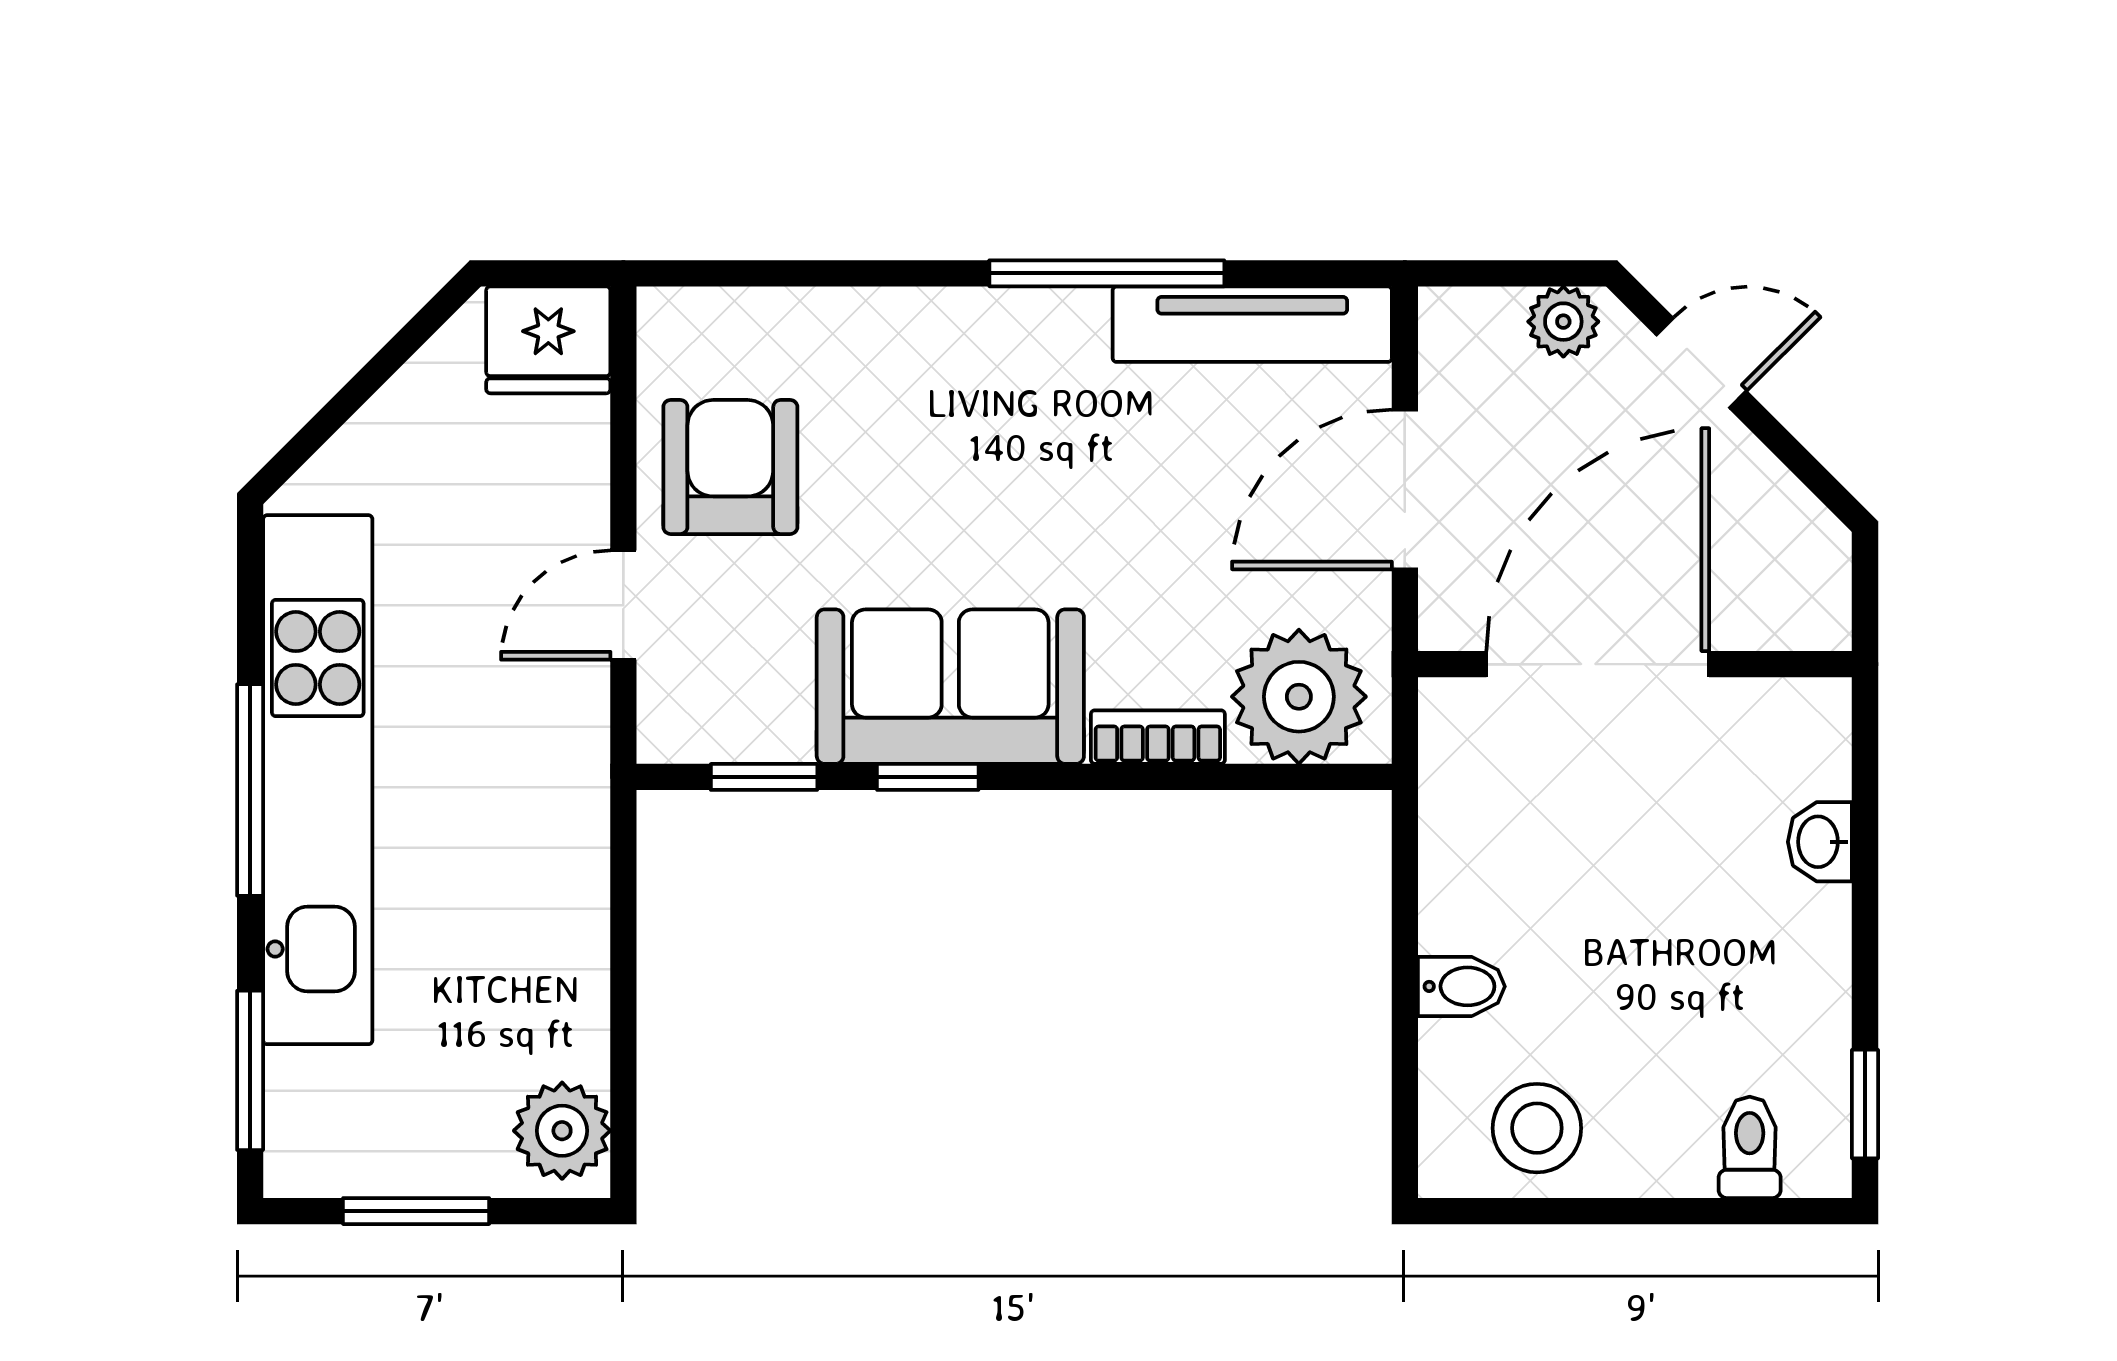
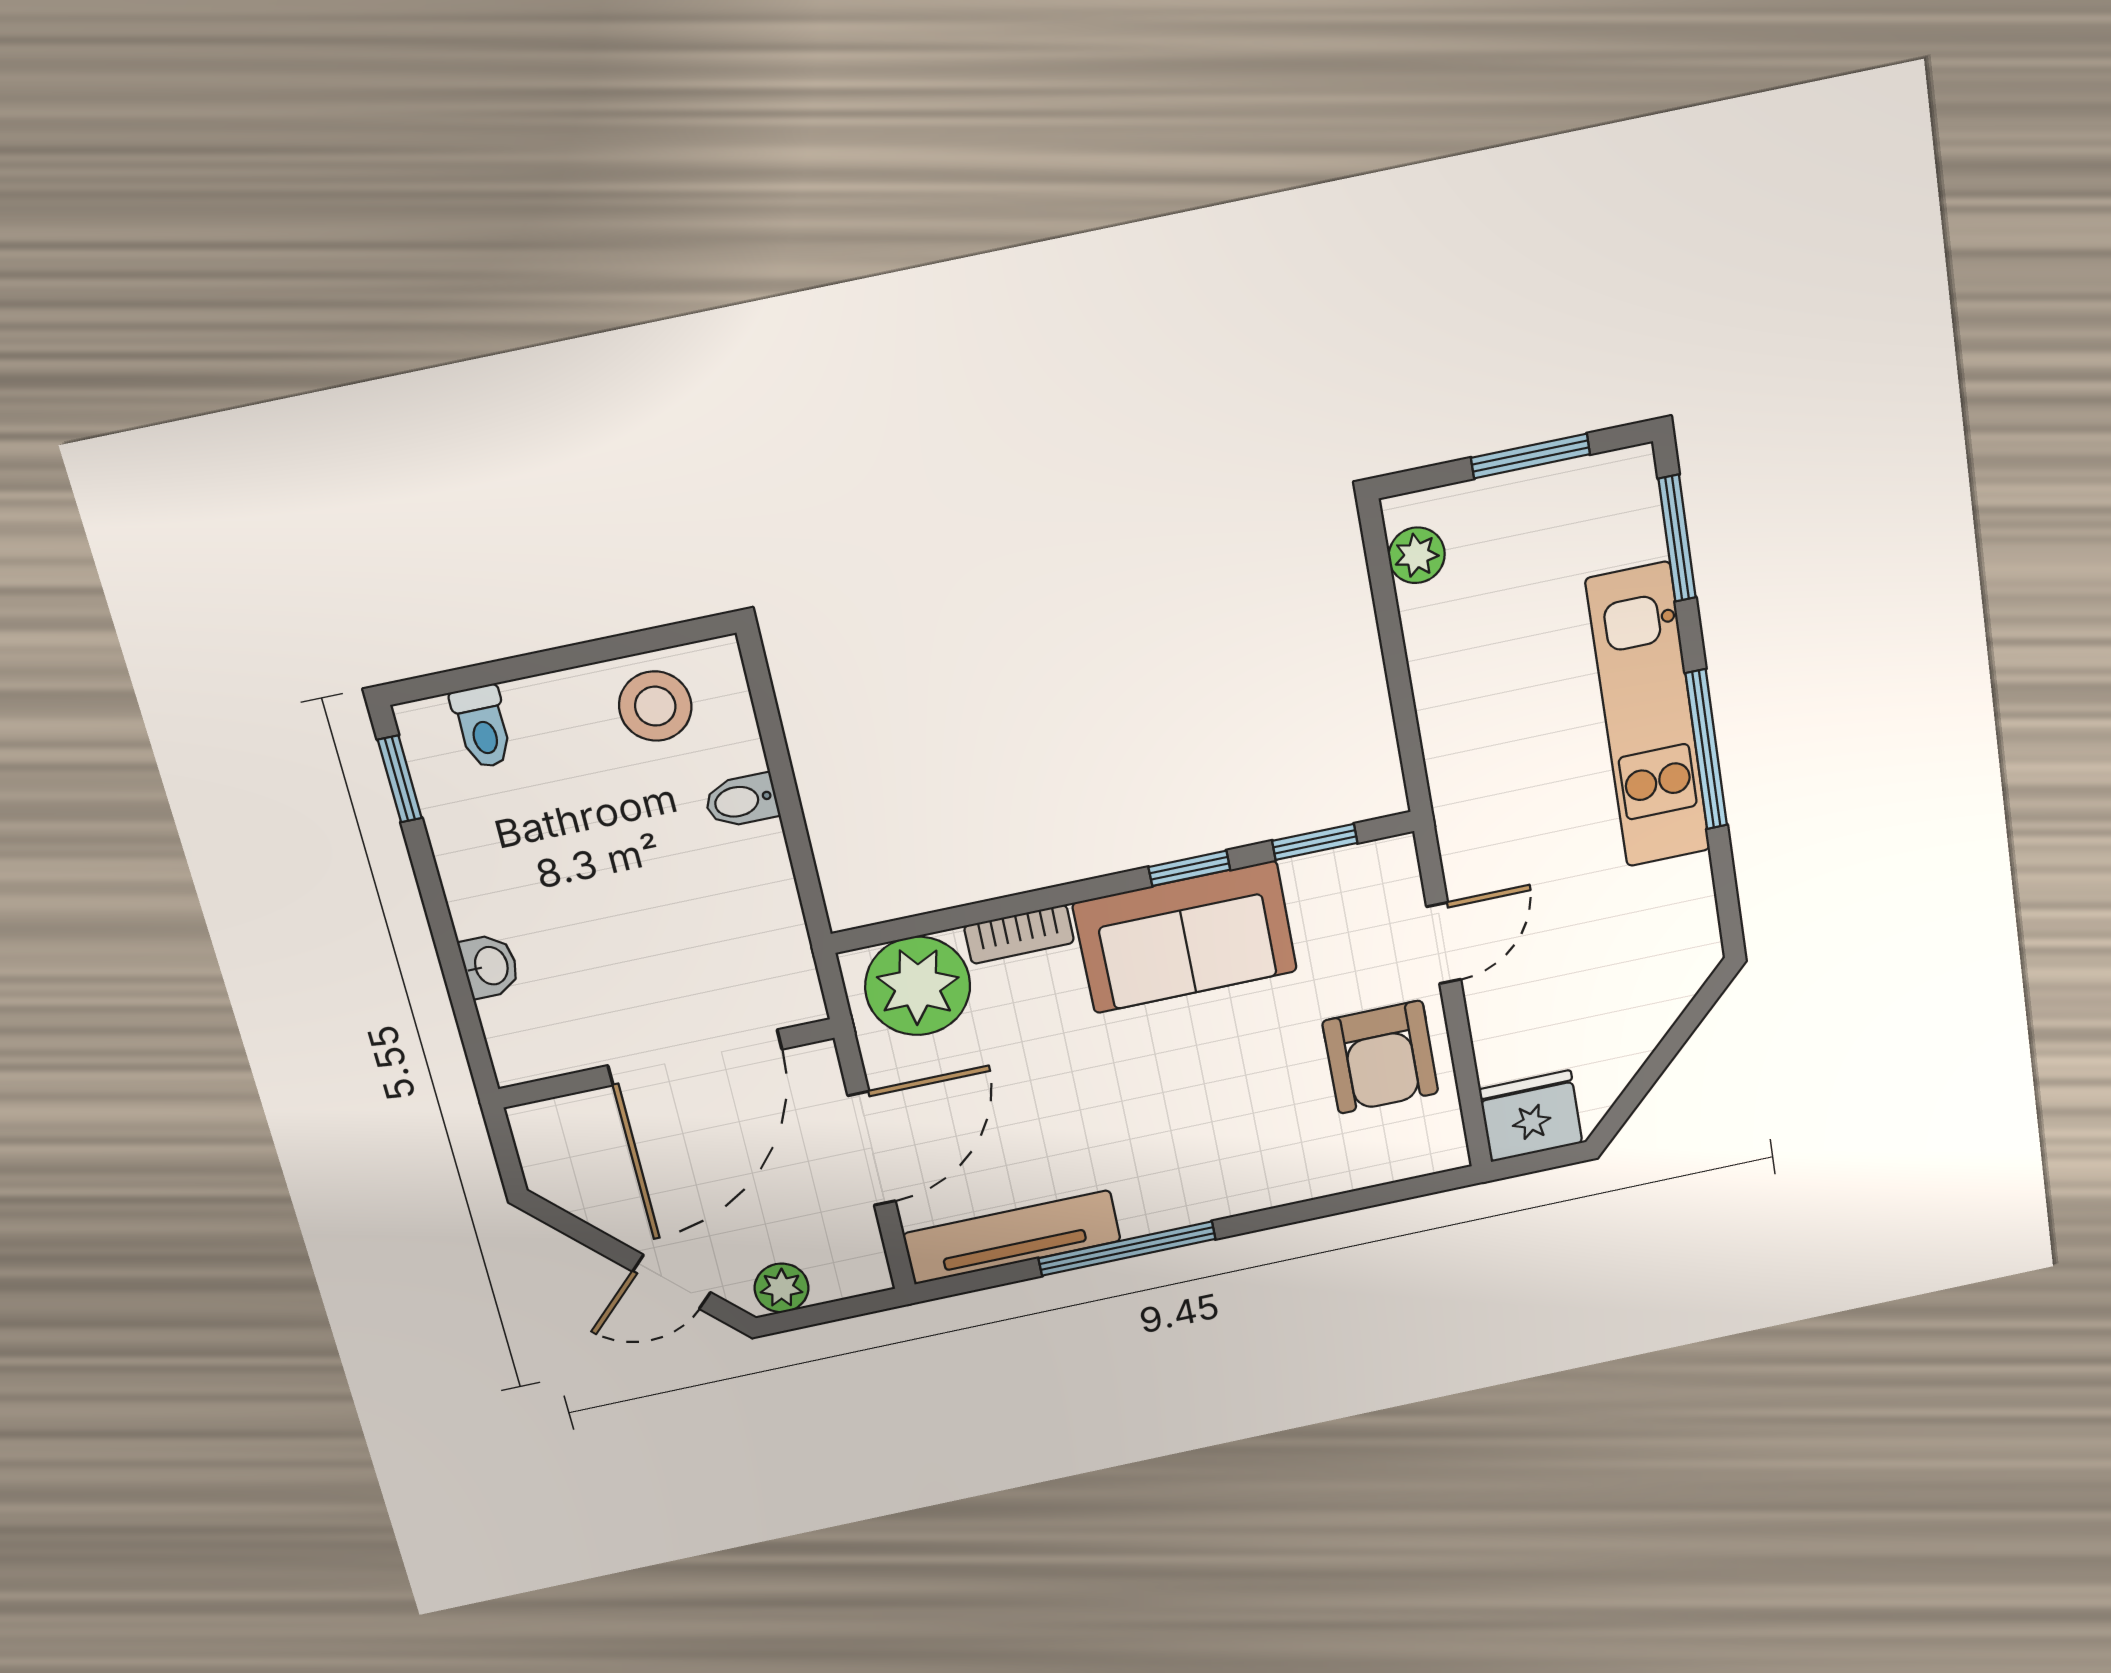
kitchen unit: (318, 780) -> (1648, 716), width x0.73
plant: (562, 1131) -> (1417, 555), width x0.73, depth x0.73

